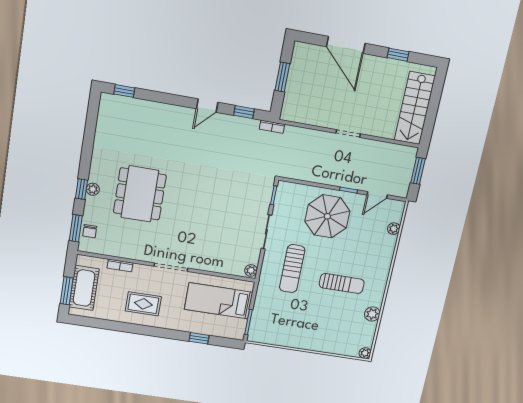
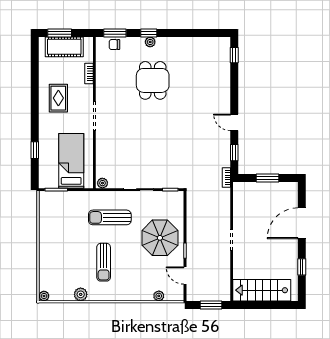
dining table: (140, 194) -> (153, 80), width x0.73

